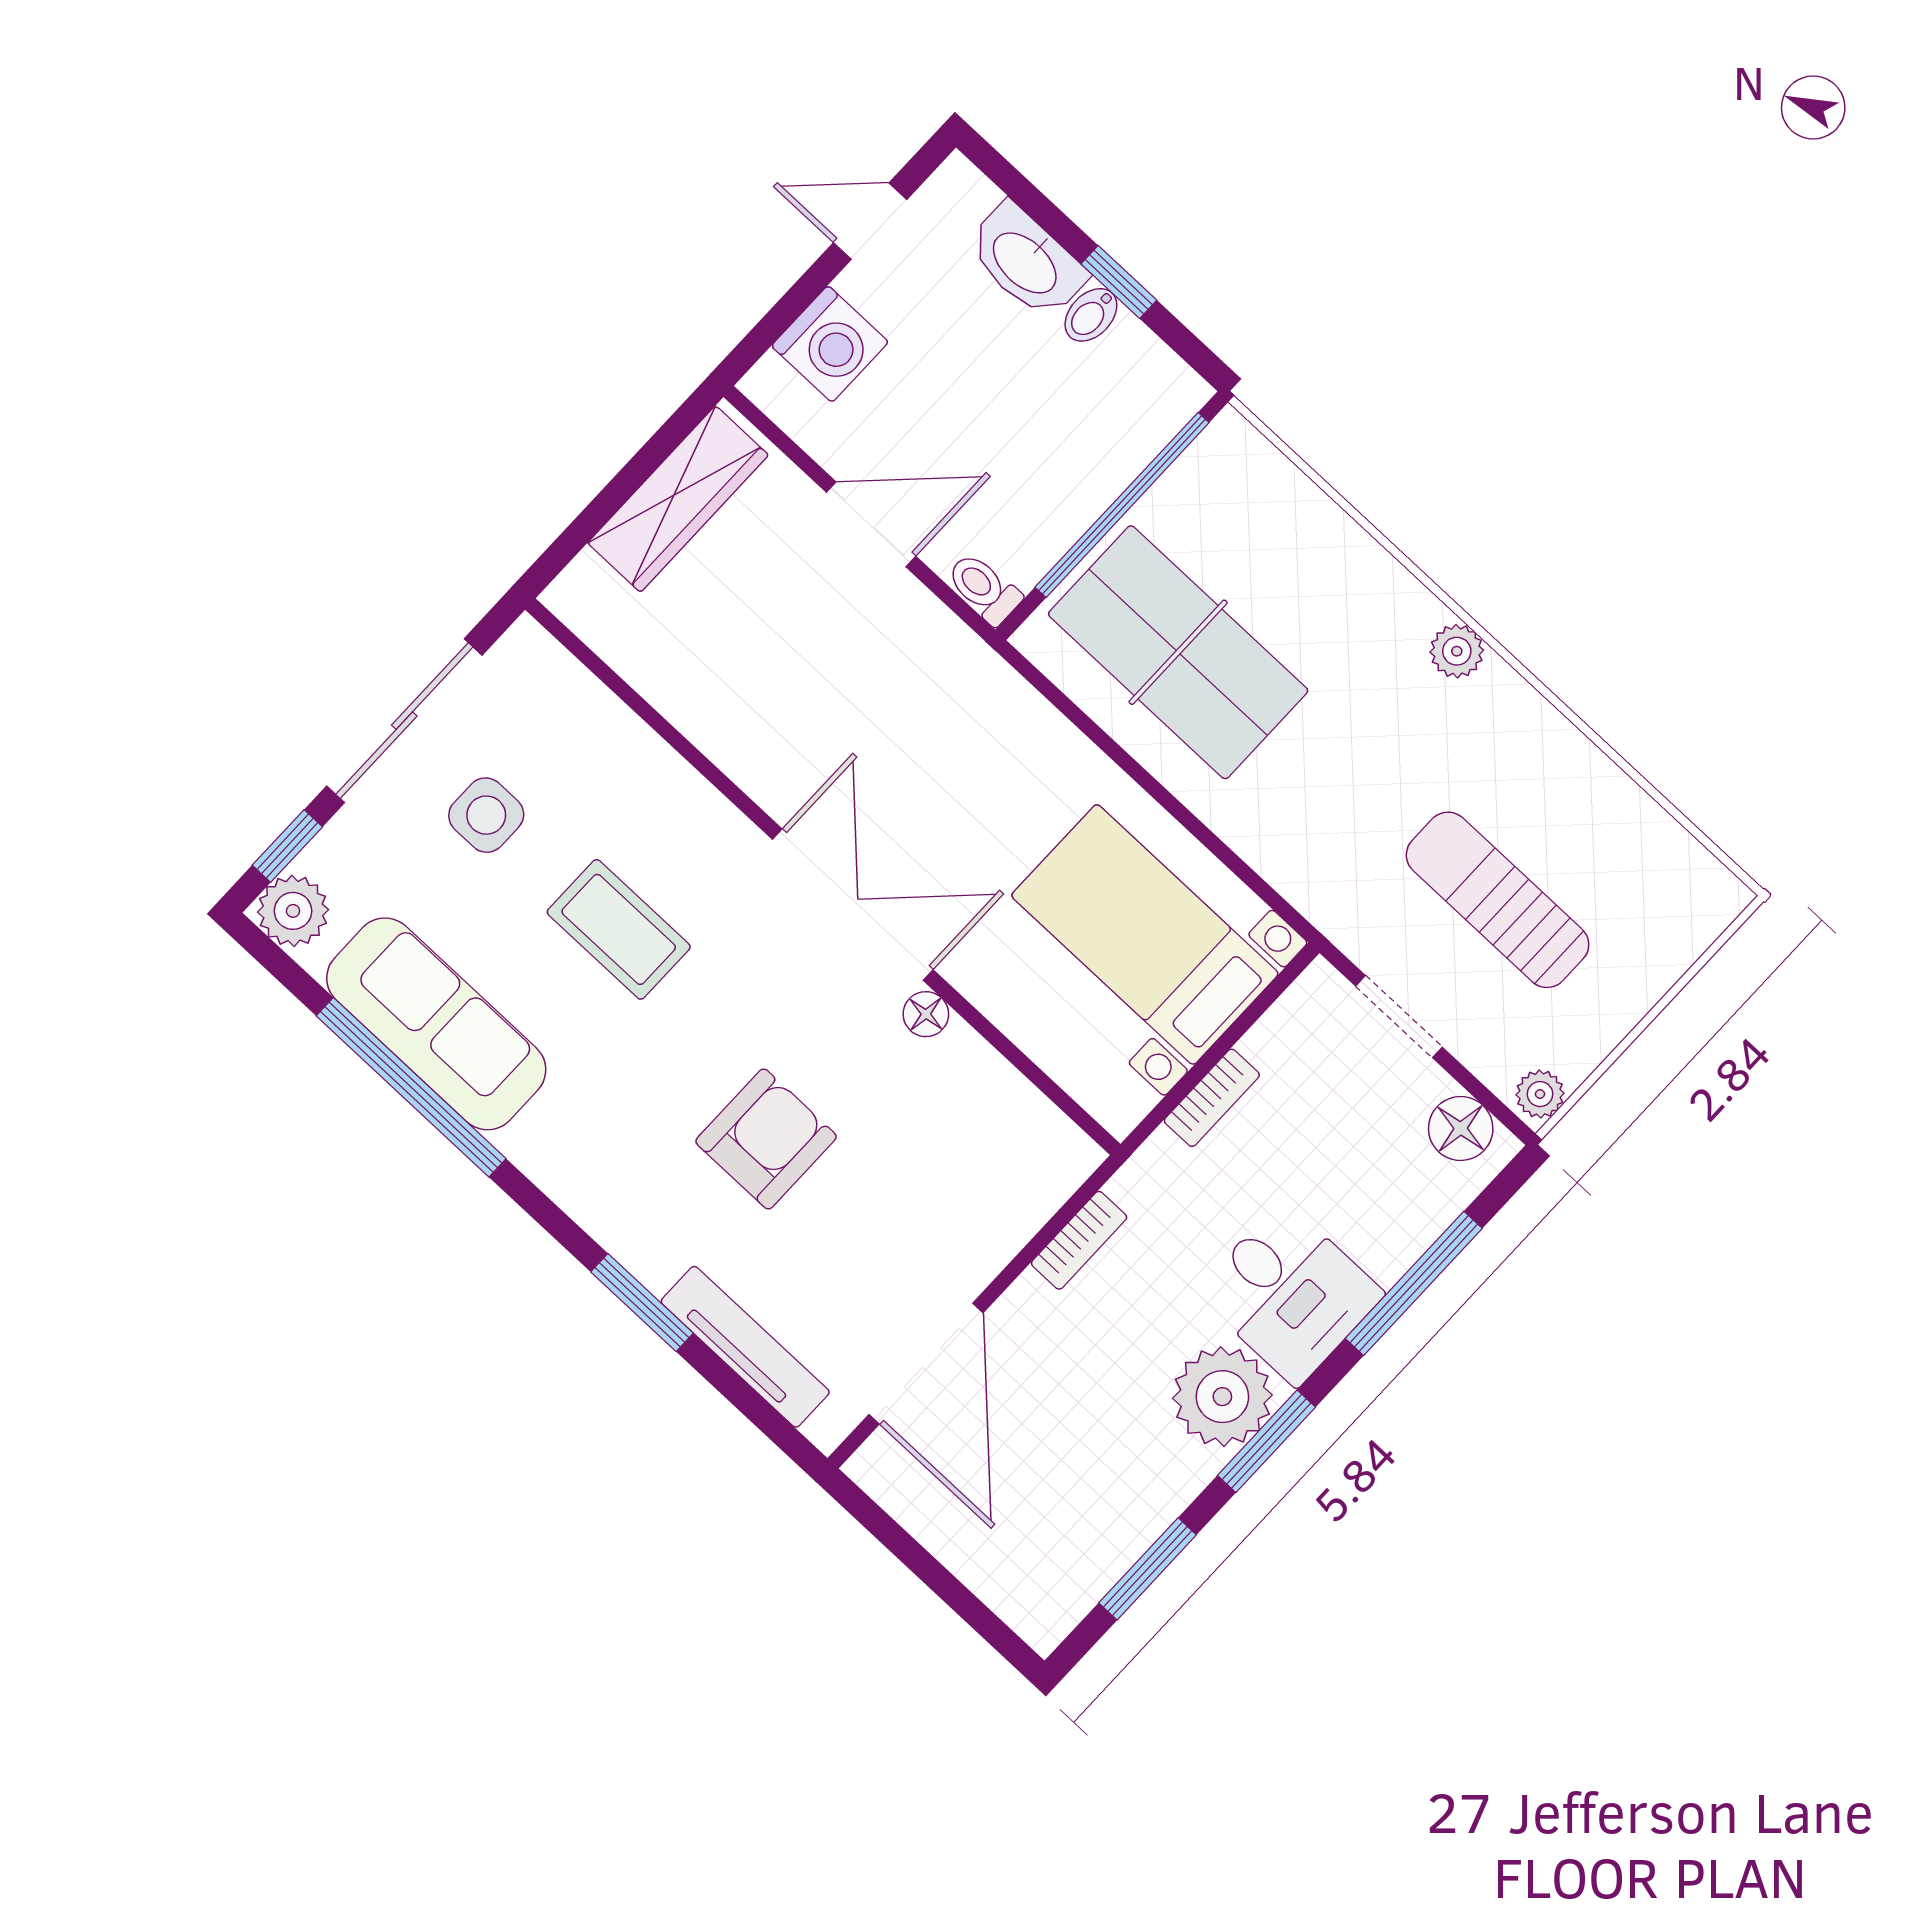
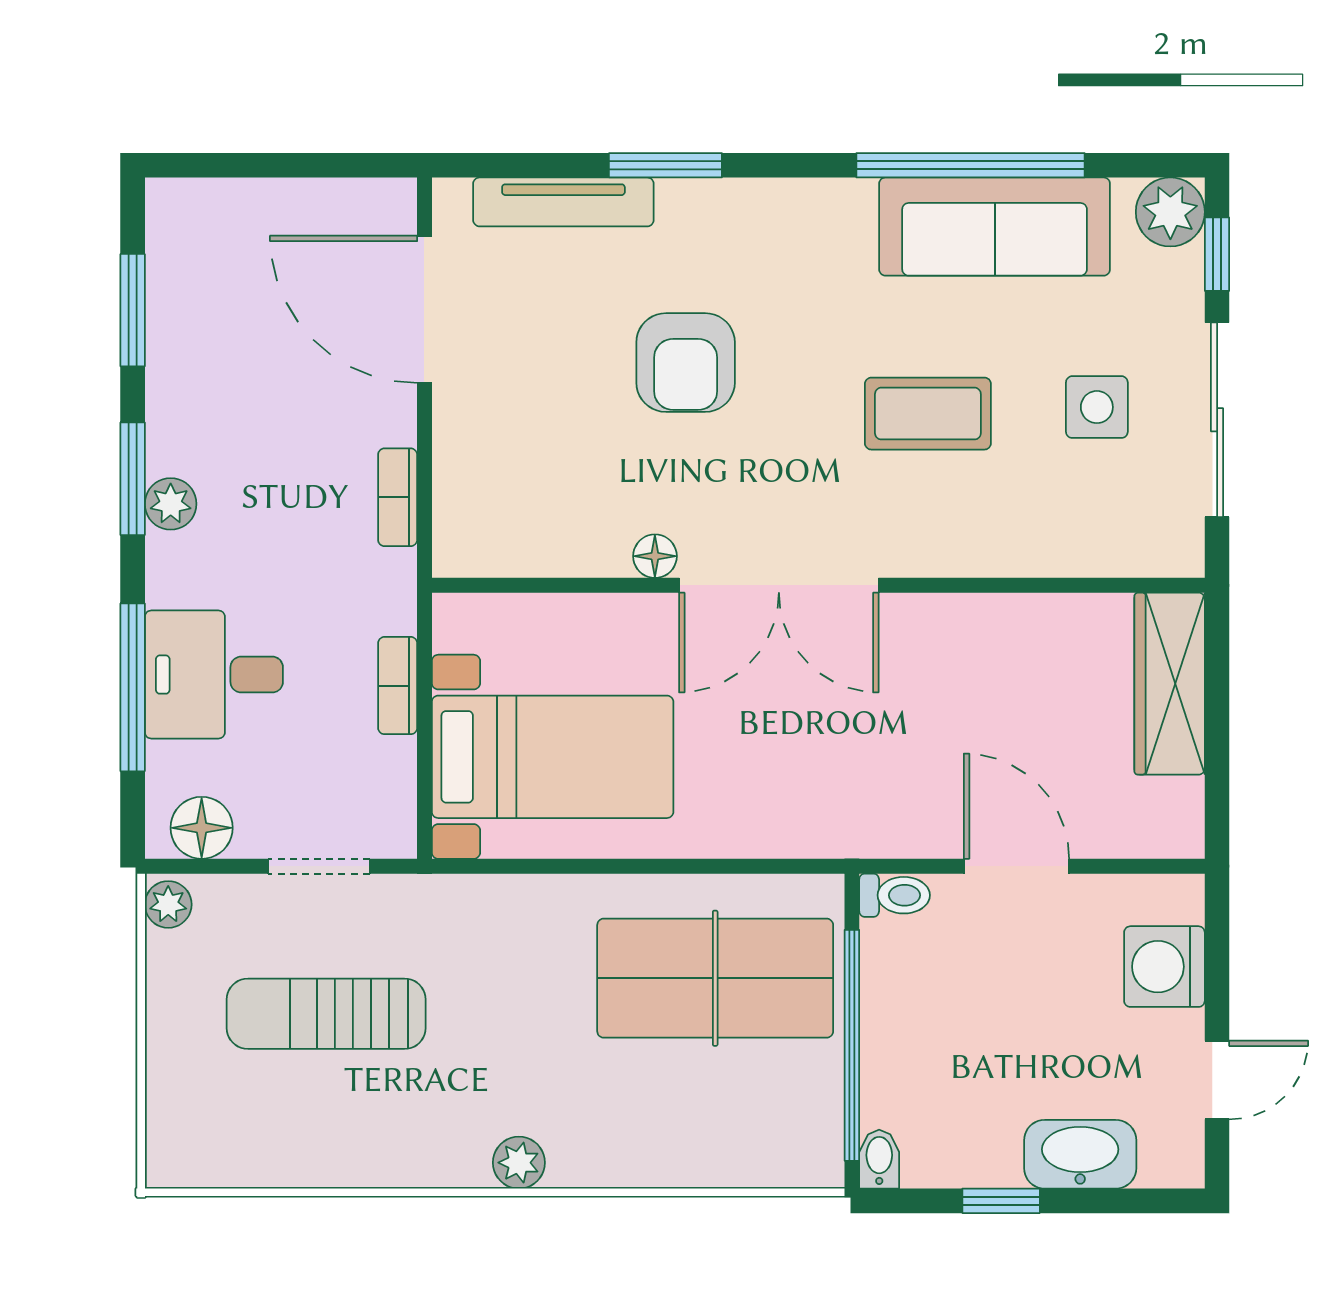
bidet: (1091, 315) -> (879, 1159), moved
wardrobe: (678, 499) -> (1170, 684), moved
door: (871, 524) -> (1016, 866), swing flipped
sun lounger: (1498, 900) -> (326, 1014), turned 180
desk: (1290, 1293) -> (214, 675), moved
plant: (1222, 1397) -> (171, 504), width x0.53, depth x0.53

